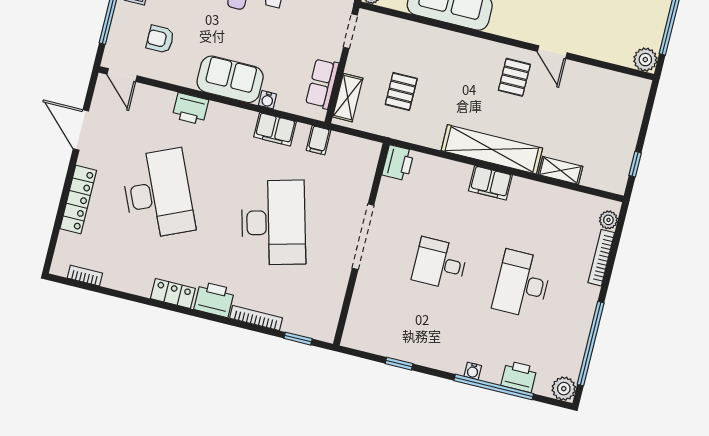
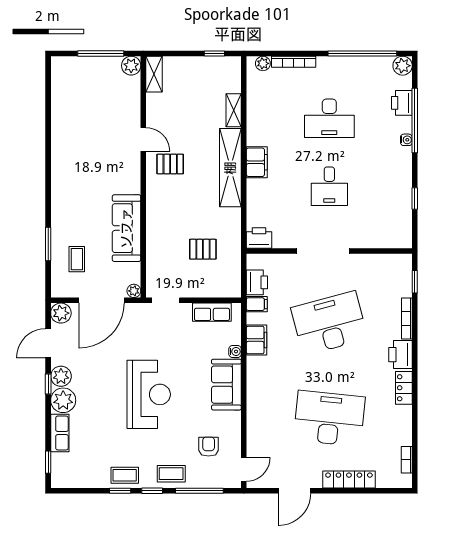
armchair: (160, 39) -> (209, 447), turned 180
door: (552, 52) -> (143, 139), hinge flipped
shelving: (348, 98) -> (154, 74), moved, turned 90
printer: (190, 109) -> (257, 282), moved
desk: (158, 194) -> (329, 418), turned 30

